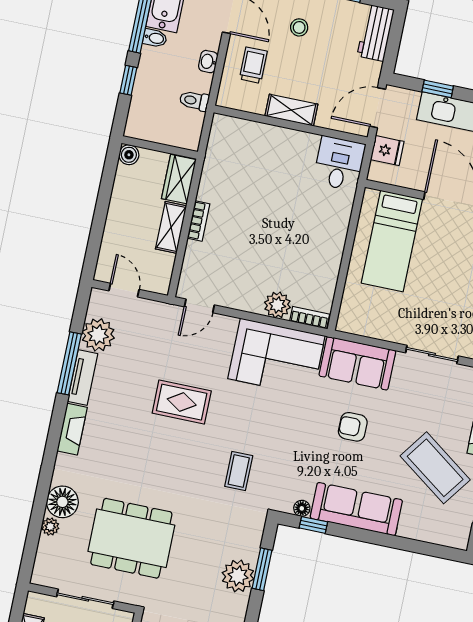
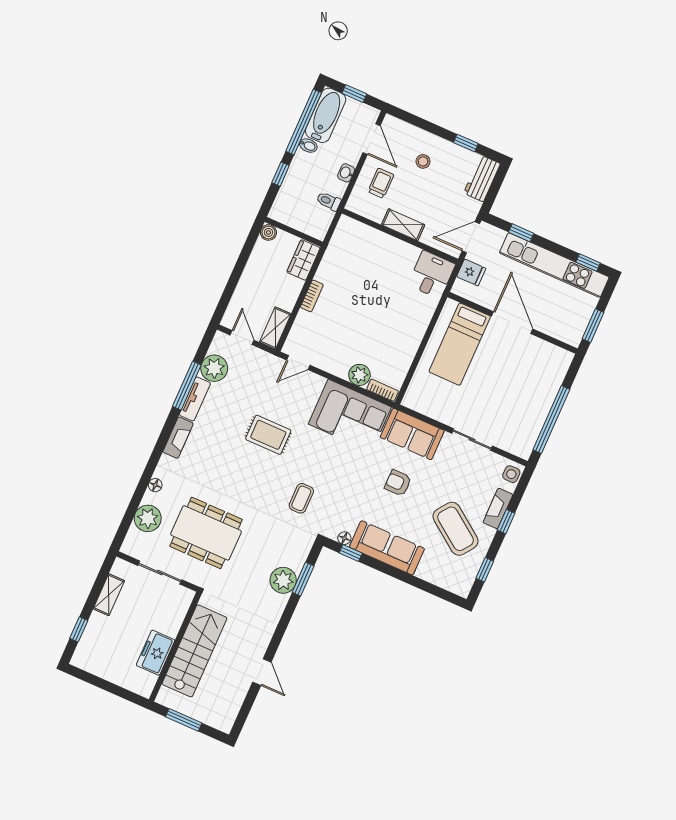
shelving: (171, 227) -> (275, 328), moved
floor lamp: (62, 502) -> (155, 485), width x0.53, depth x0.53
plant: (50, 527) -> (148, 518), width x1.88, depth x1.88

